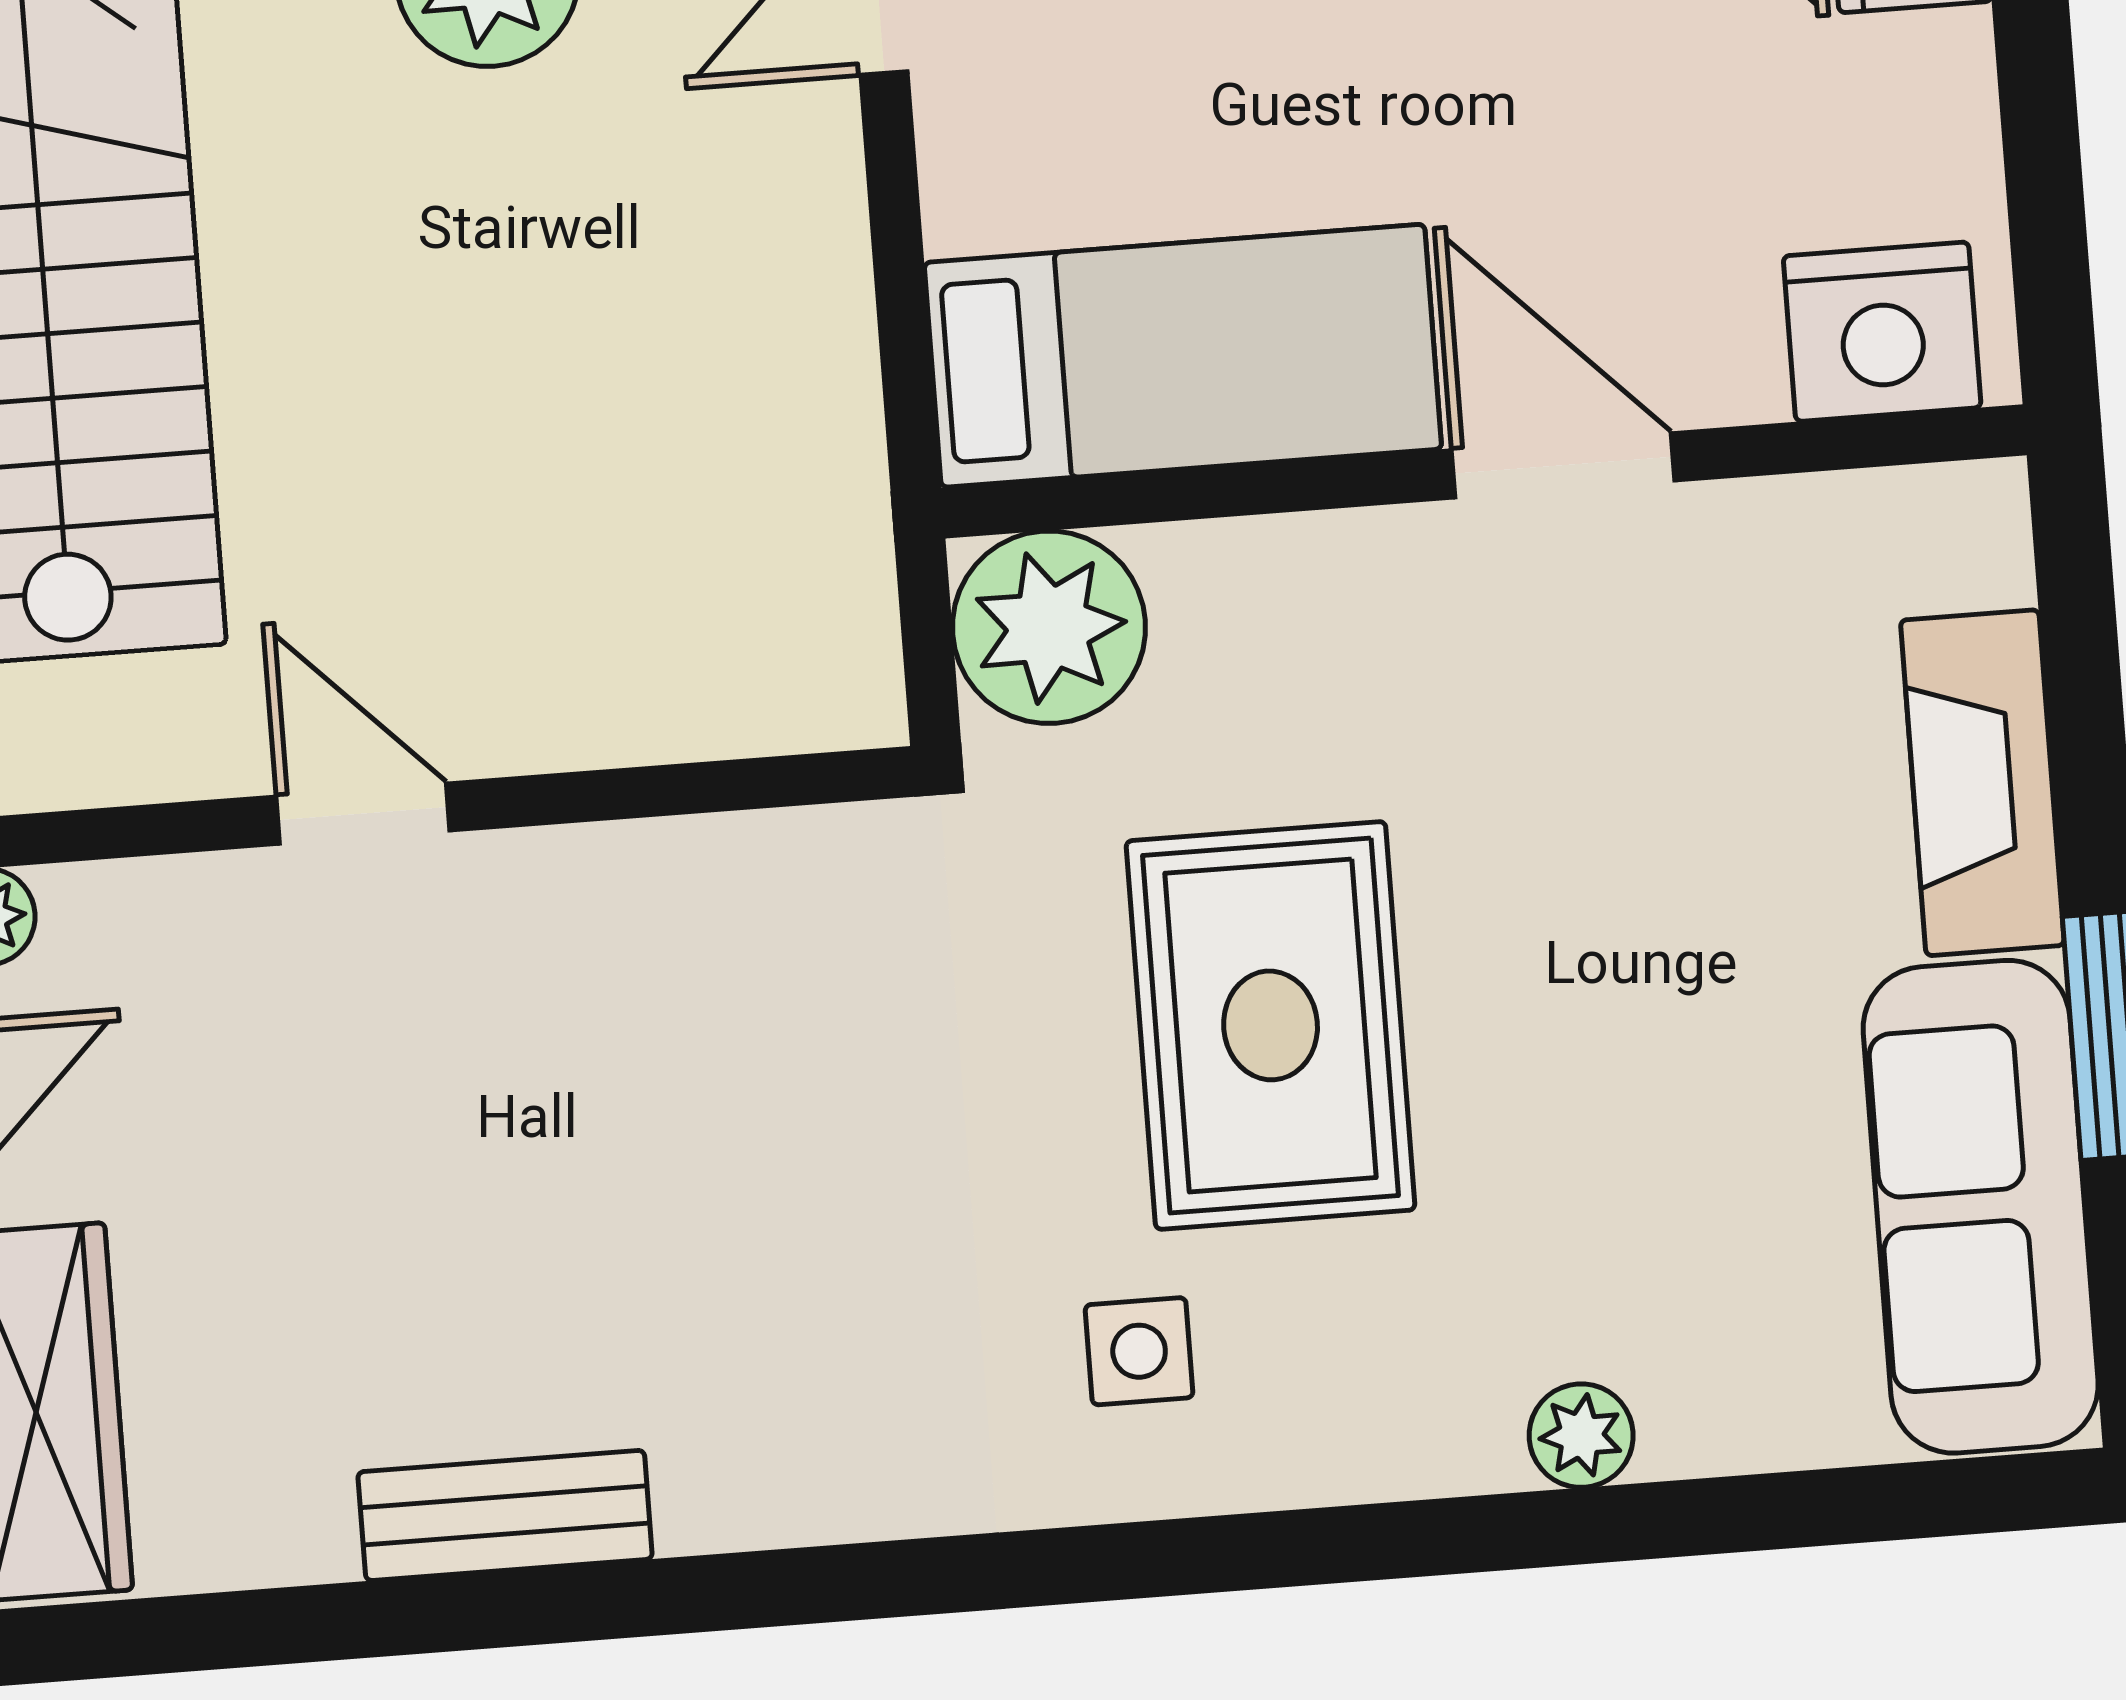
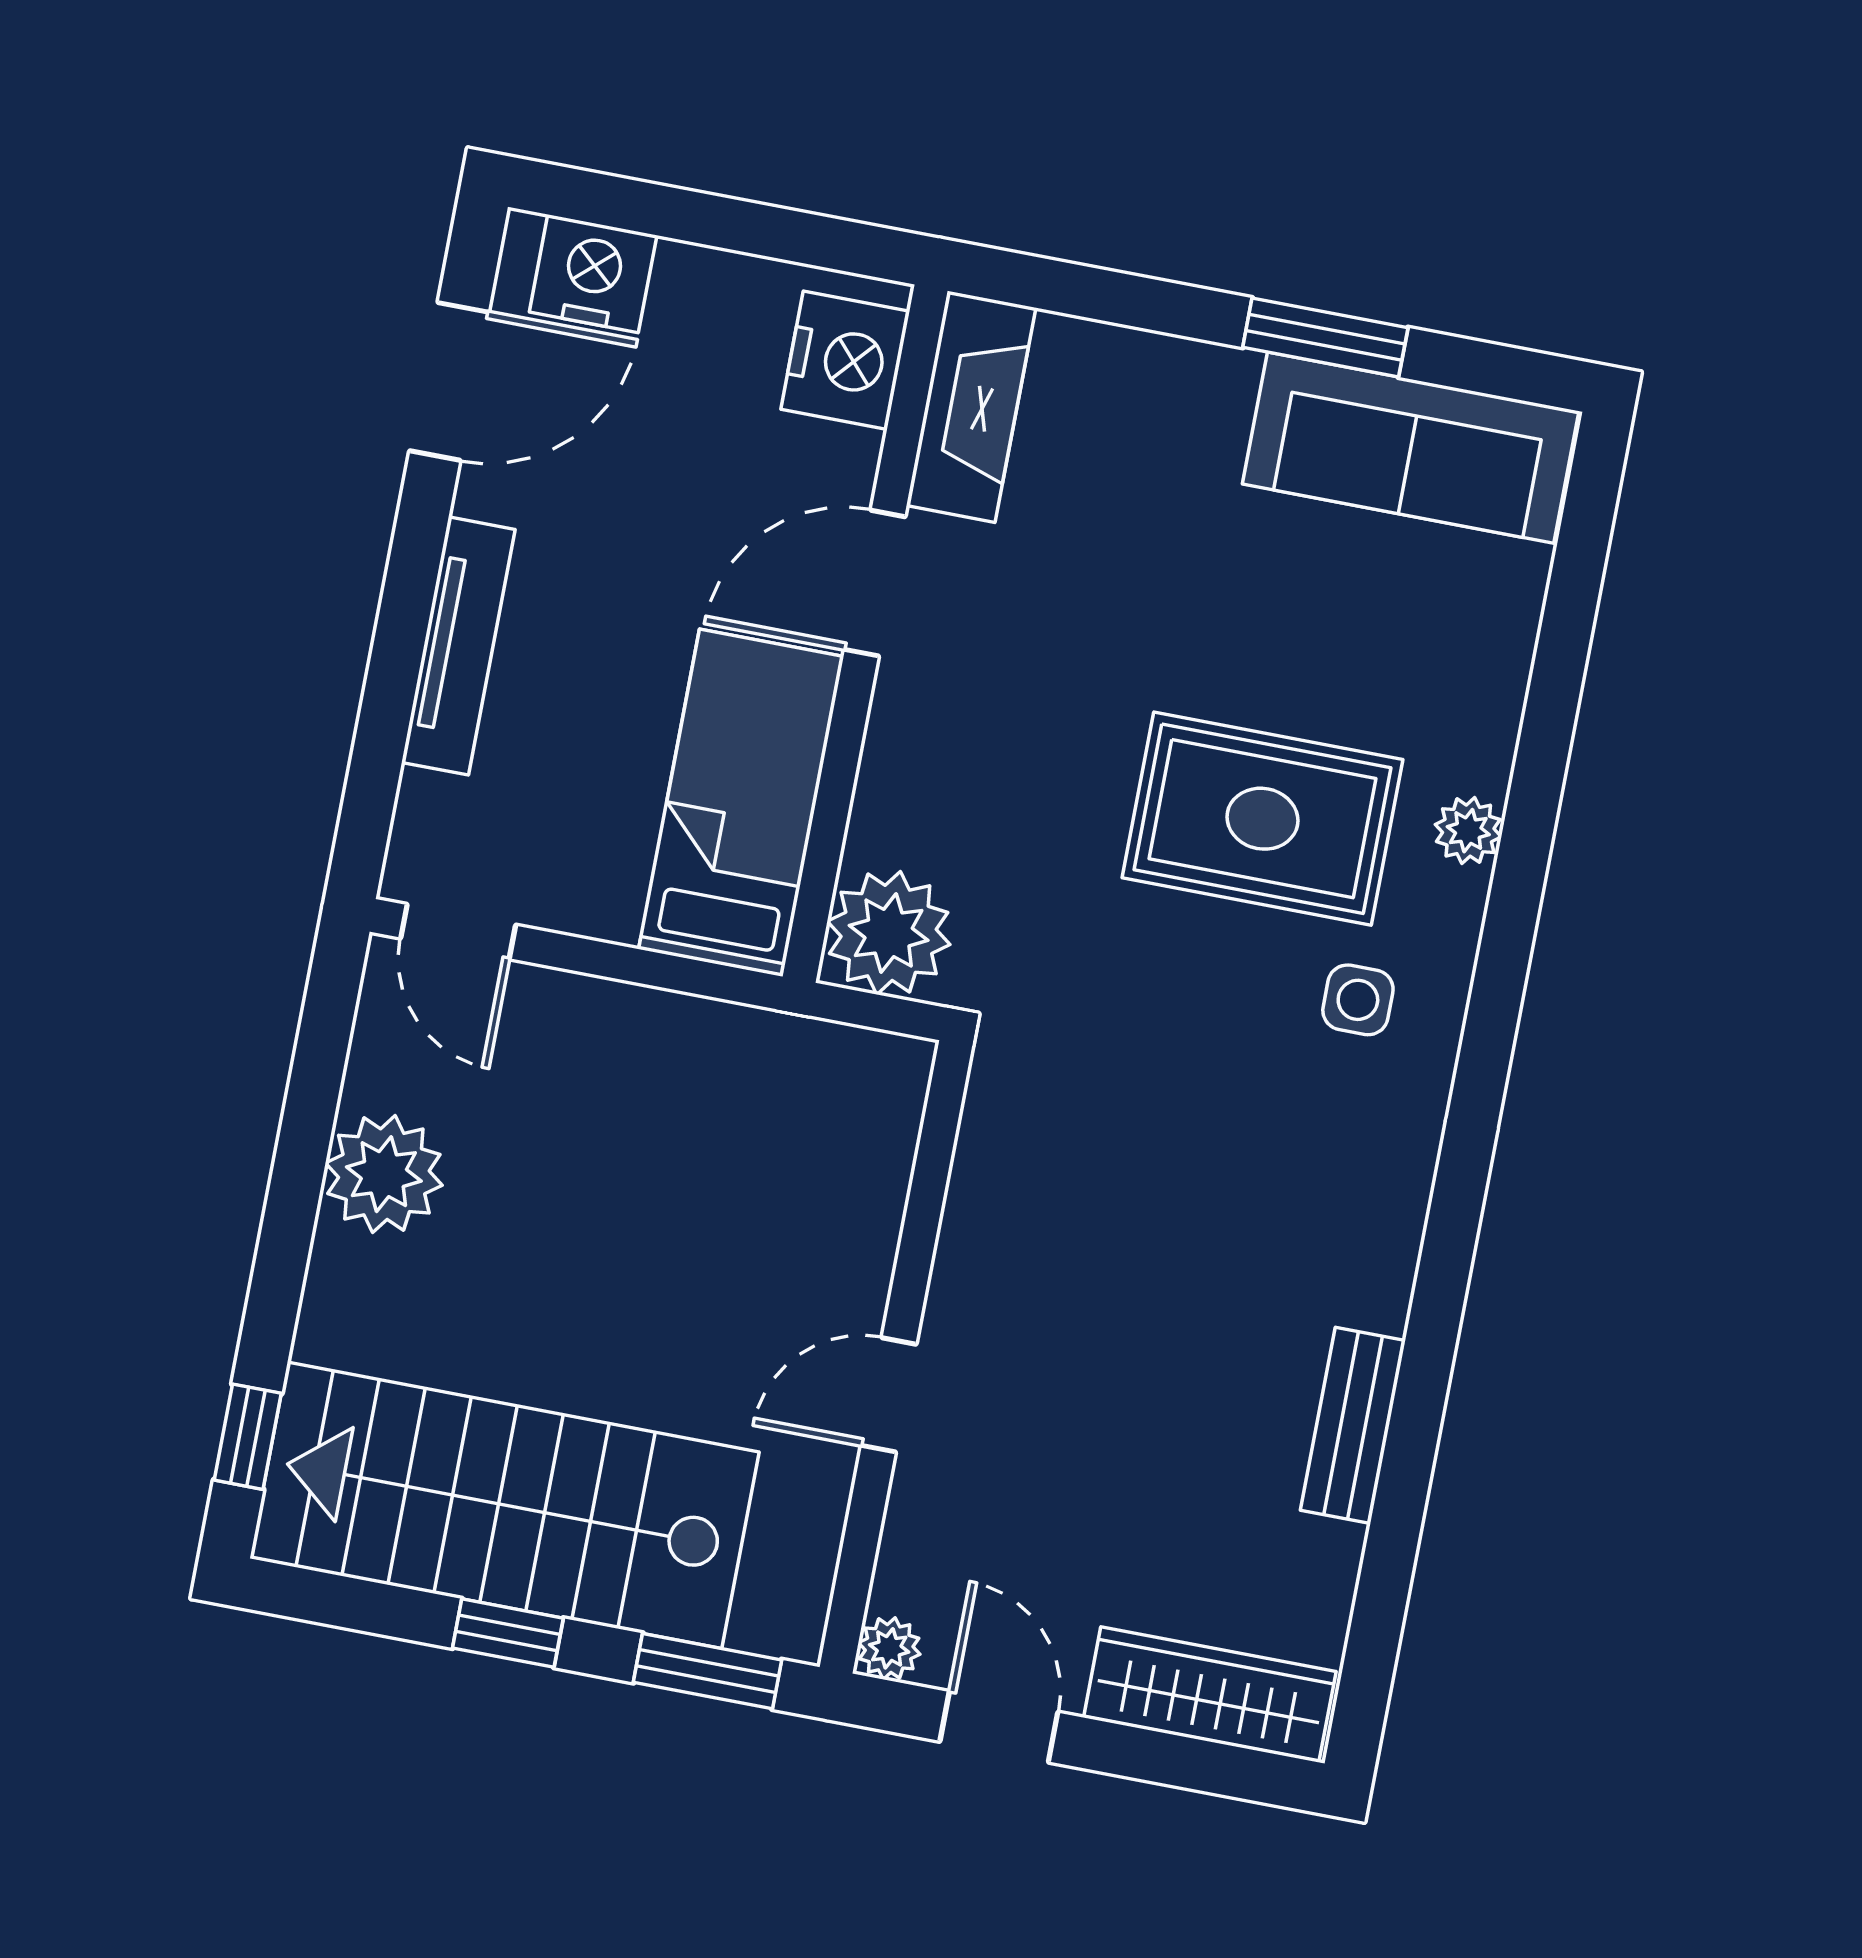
fireplace: (1982, 783) -> (971, 407), moved, turned -90
rug: (1271, 1025) -> (1263, 819), moved
plant: (1581, 1436) -> (1468, 831), moved

